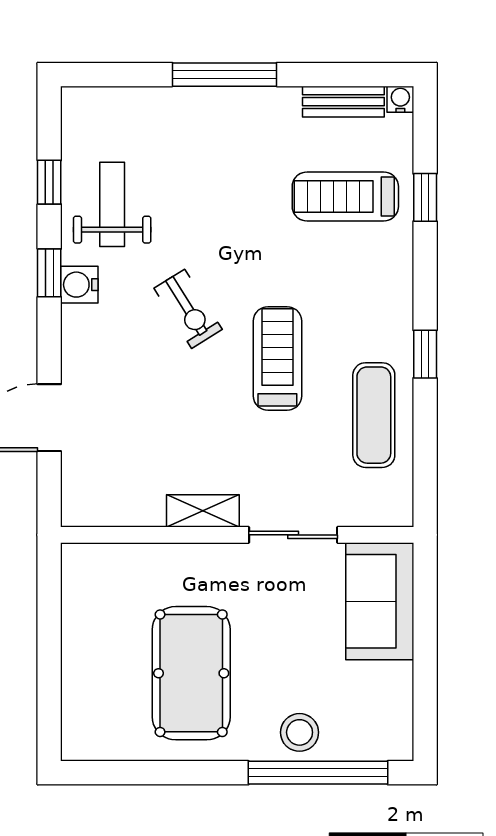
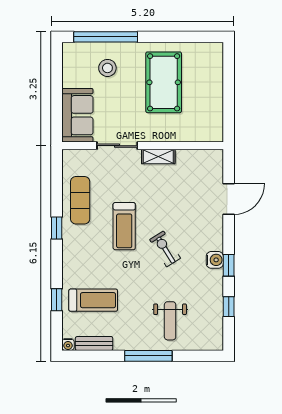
weight bench: (112, 204) -> (170, 321), moved
stool: (300, 732) -> (107, 68), moved

